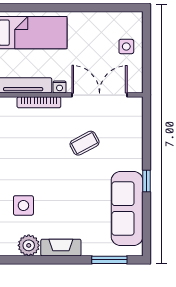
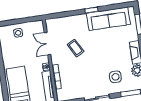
double door: (100, 95) -> (47, 44), width x0.73

